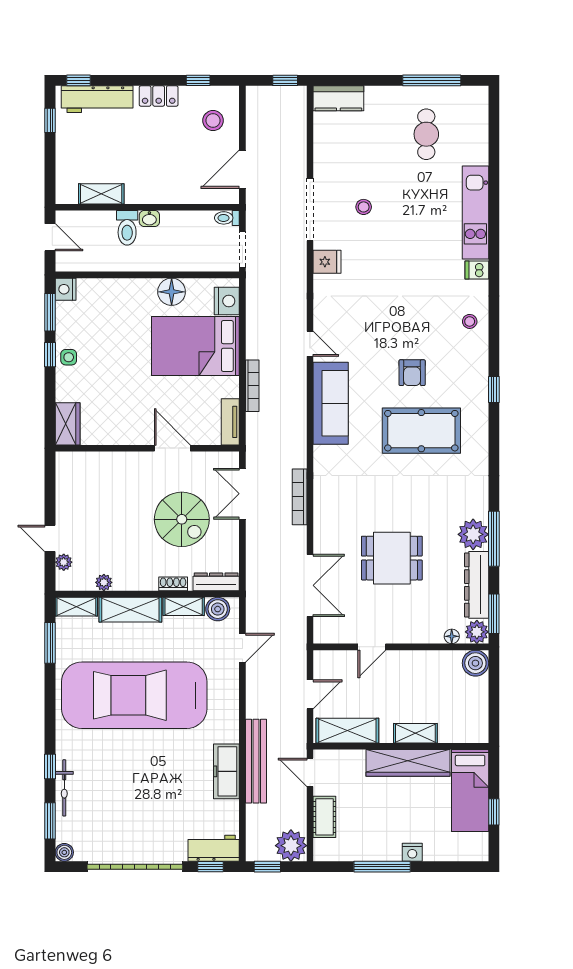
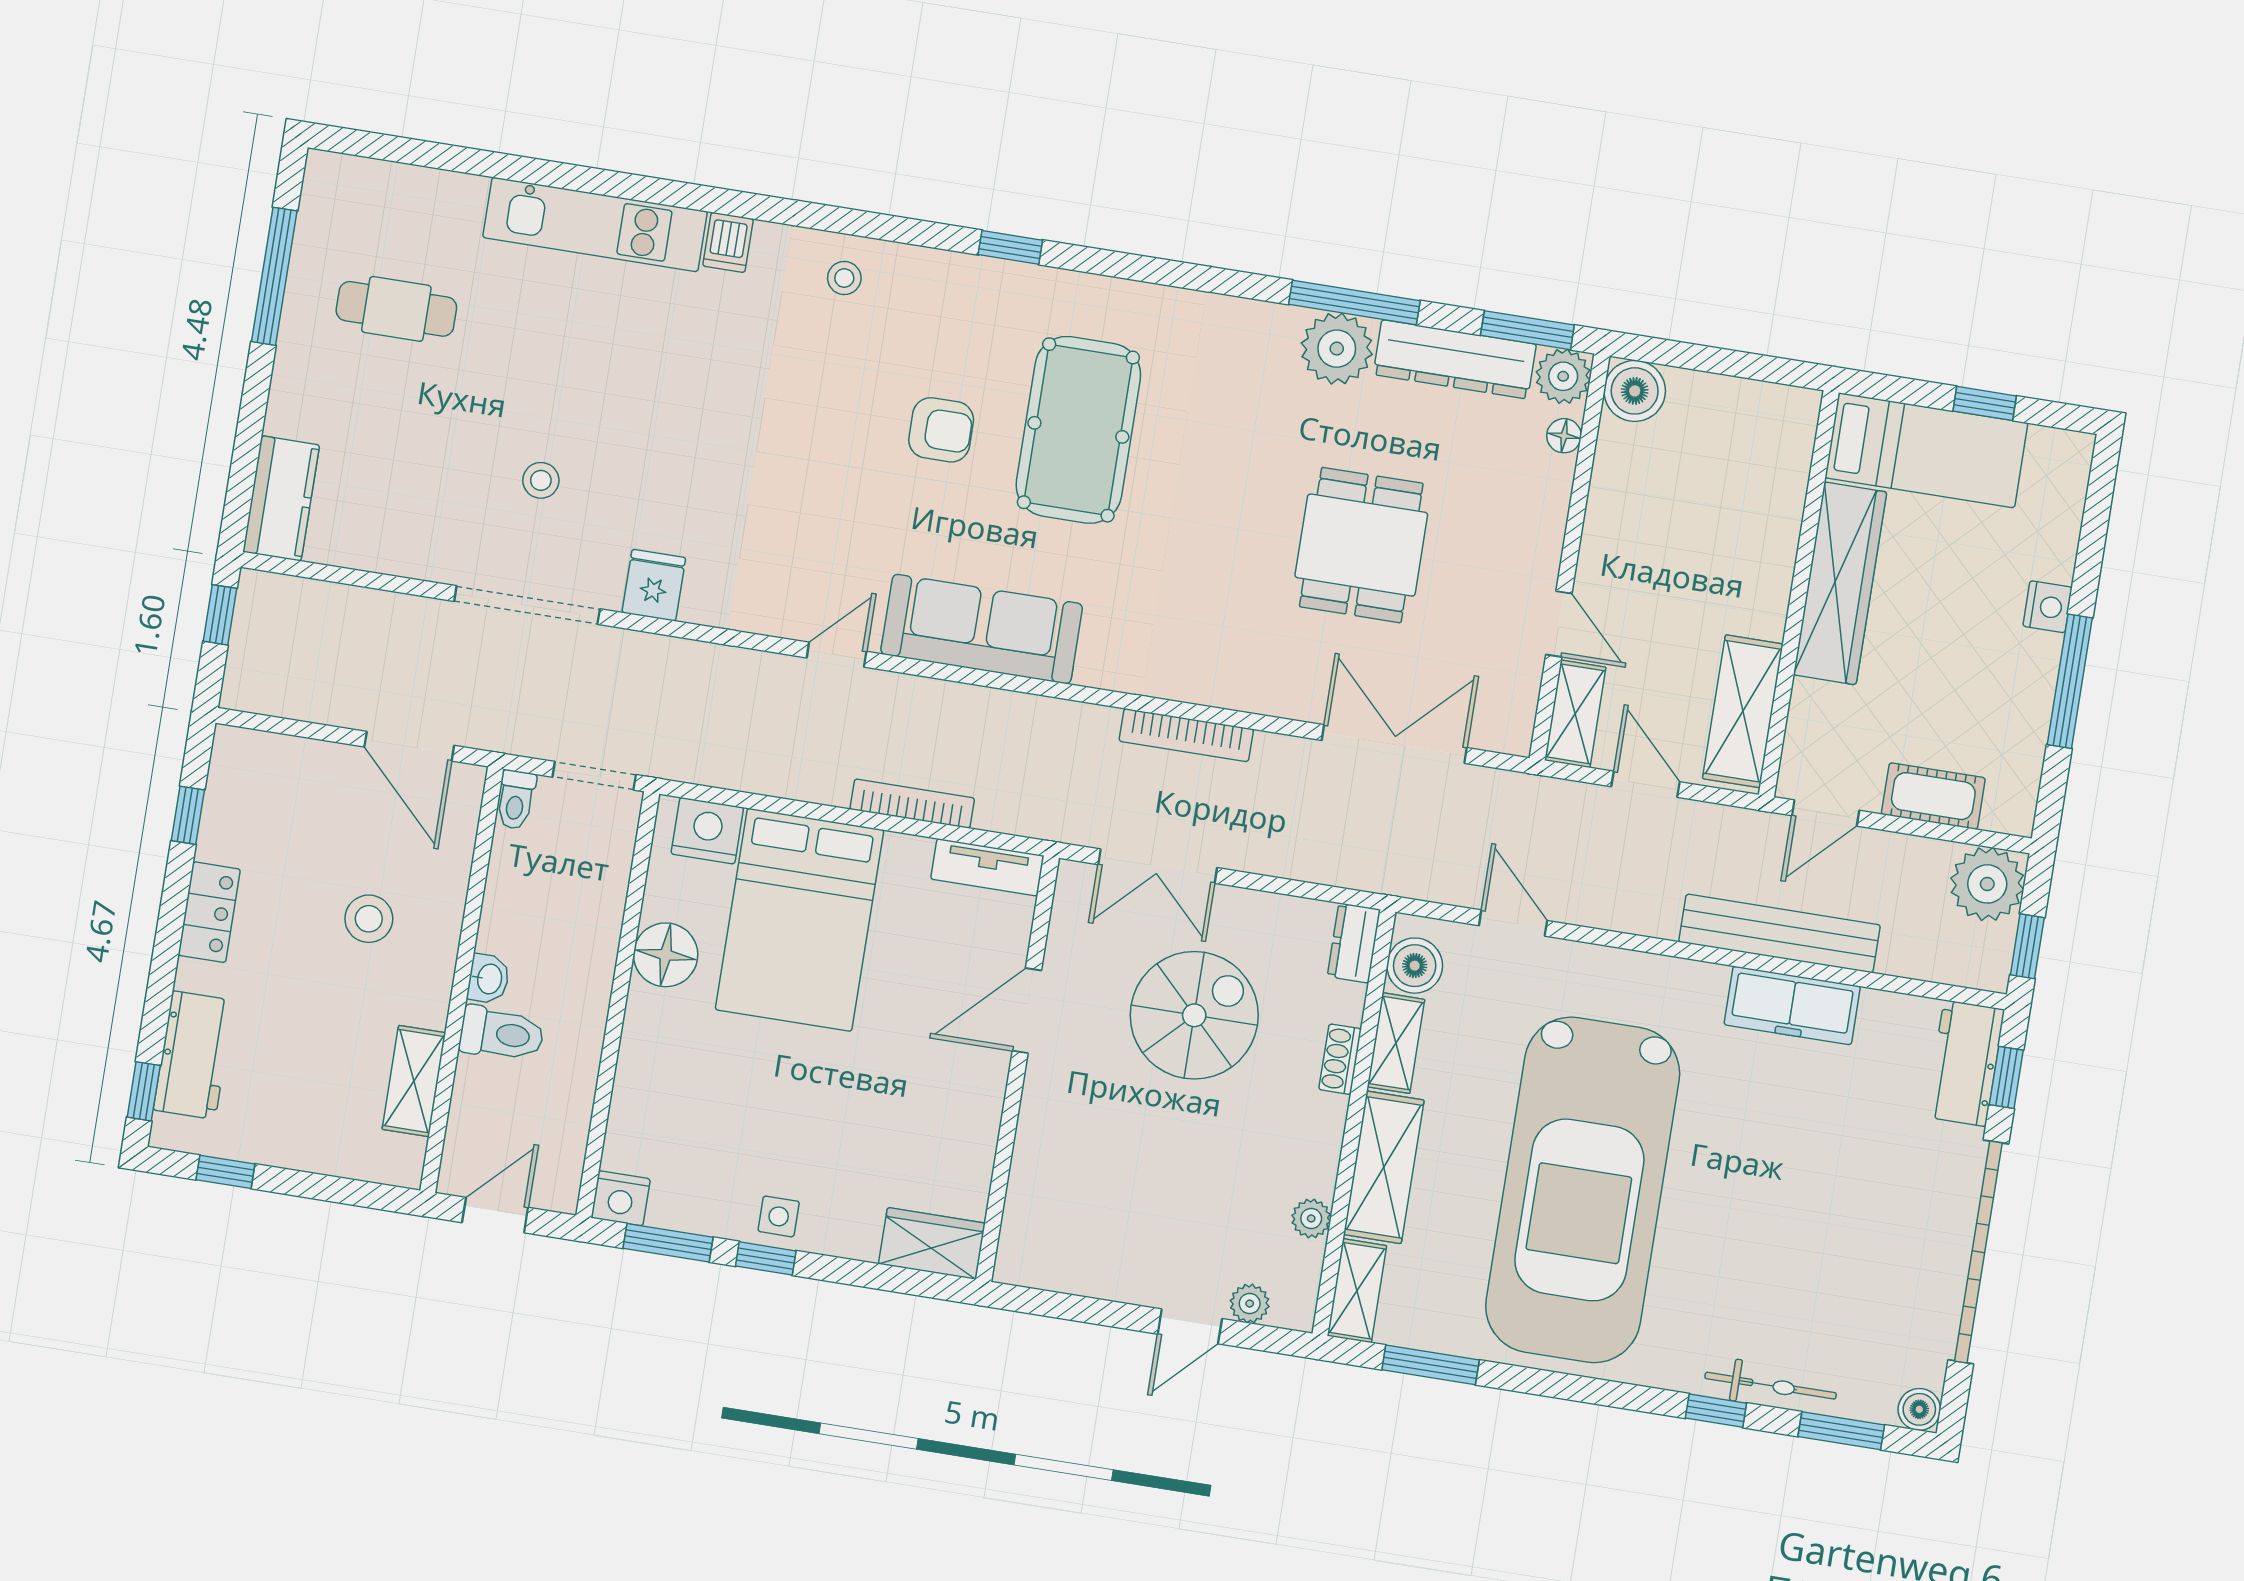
workbench: (97, 99) -> (194, 1055), width x0.73
stool: (213, 121) -> (369, 919), moved
dresser: (216, 582) -> (1354, 943), width x0.70
shelving: (415, 733) -> (1575, 714), moved

